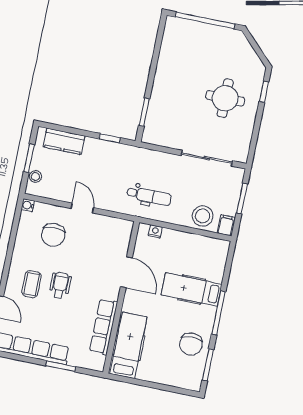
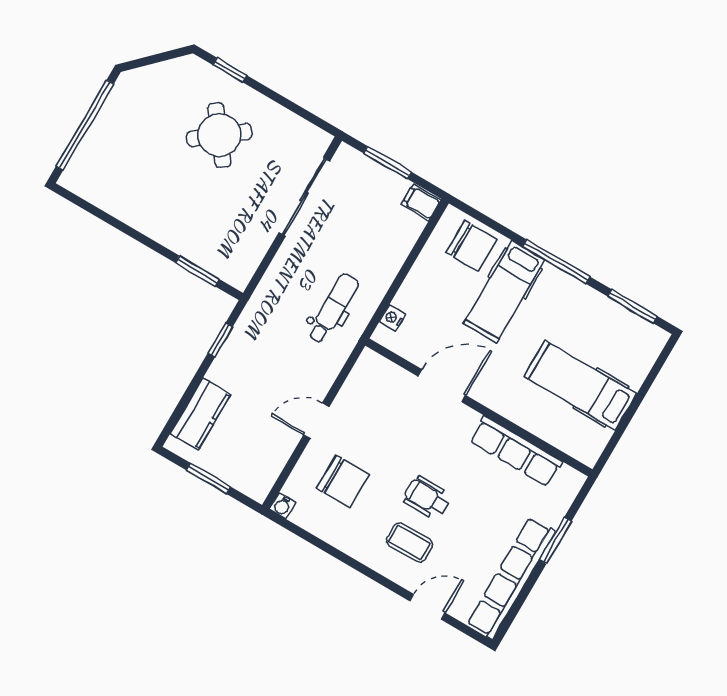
round table: (225, 98) -> (219, 135), turned -38
stool: (35, 176) -> (241, 478), removed
stool: (203, 216) -> (394, 234), removed
chair: (191, 344) -> (471, 246), moved
hospital bed: (128, 345) -> (580, 385), moved

